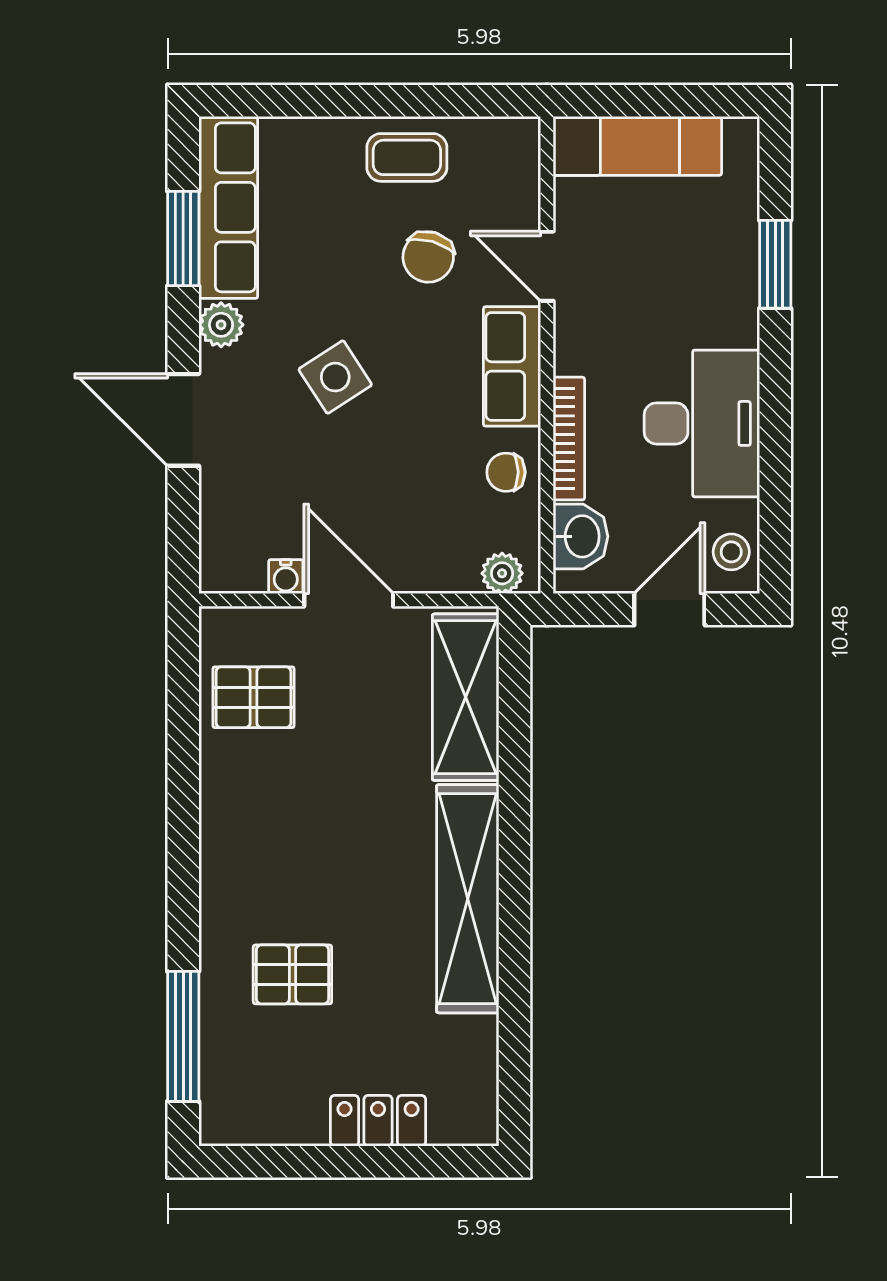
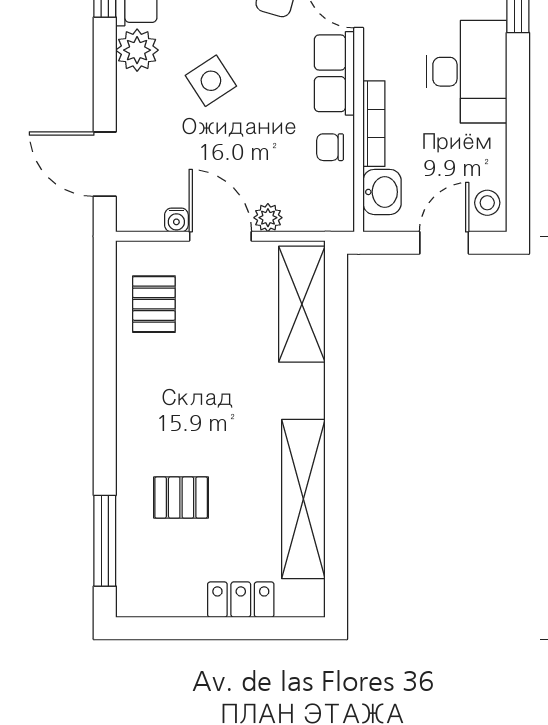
plant: (221, 325) -> (137, 50), width x1.38, depth x1.38
door: (183, 420) -> (105, 164), moved
desk: (702, 423) -> (467, 72), moved
plant: (502, 573) -> (268, 218), moved
pallet: (254, 697) -> (154, 304), turned 90
shelving: (468, 899) -> (303, 499), moved

